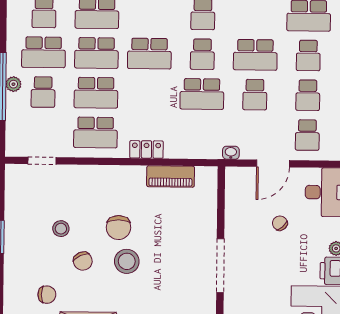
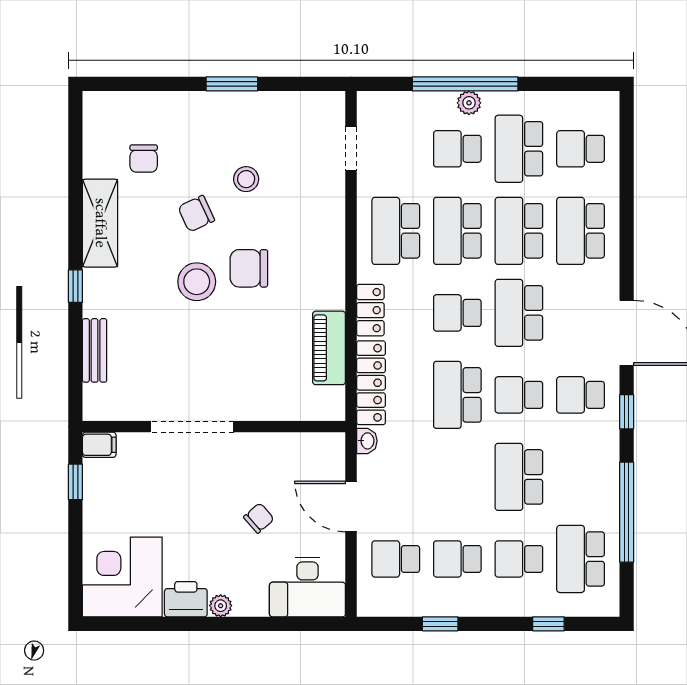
school desk: (255, 95) -> (457, 313), moved
locker: (193, 150) -> (371, 383), added

